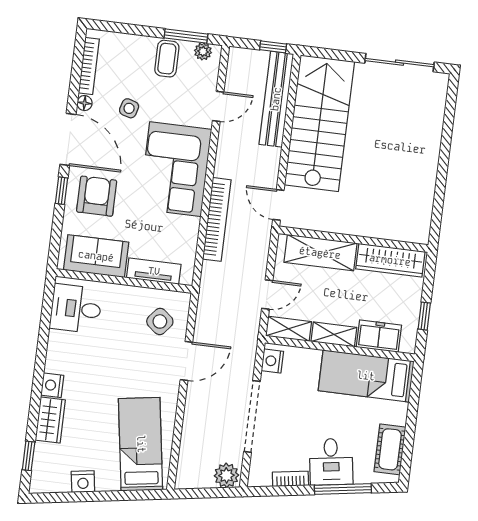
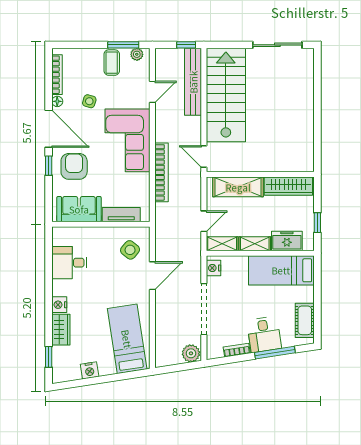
desk: (76, 309) -> (69, 263), moved

